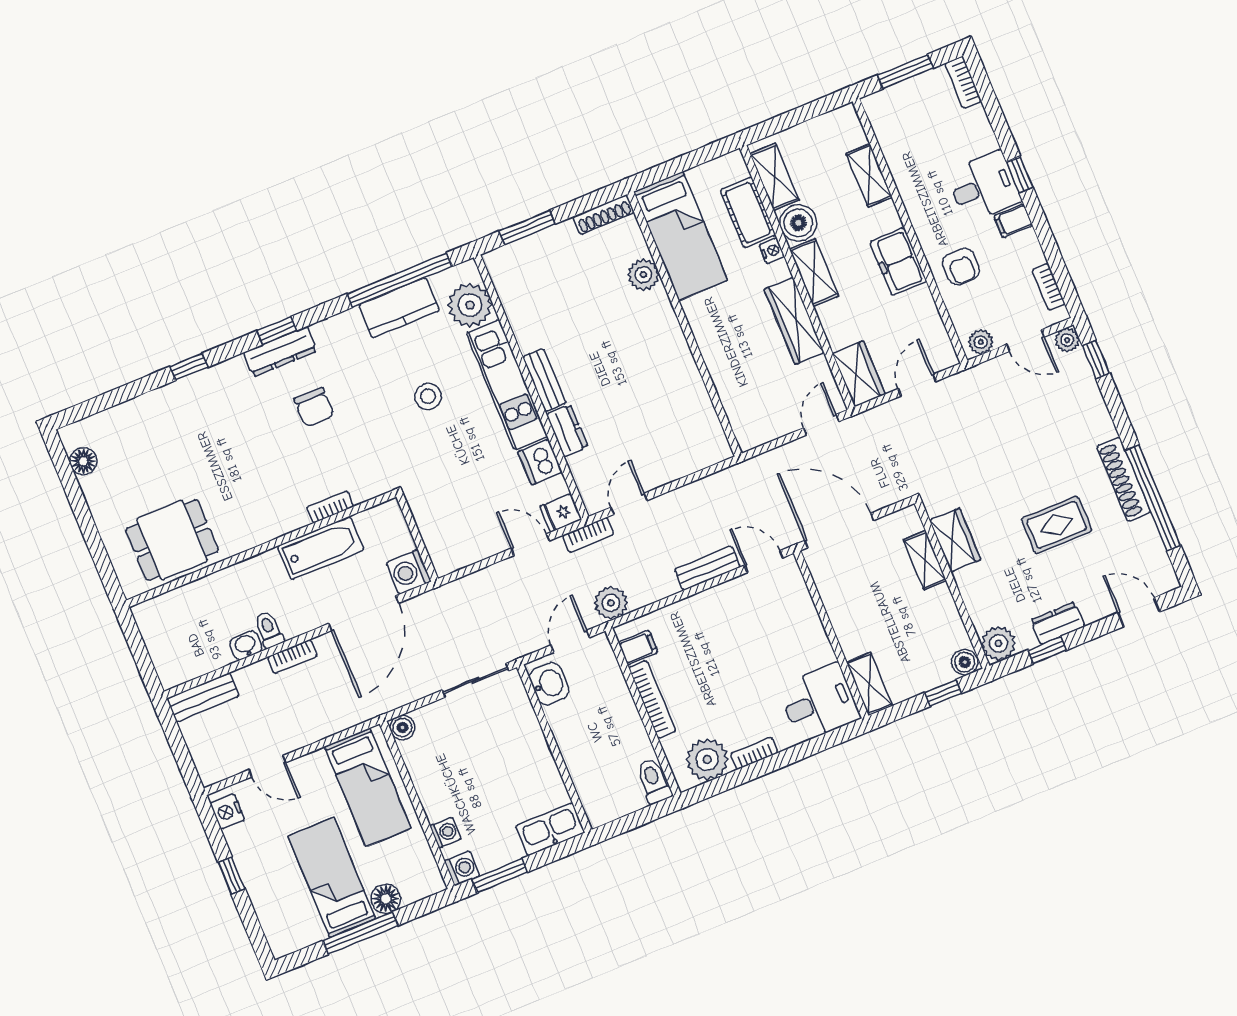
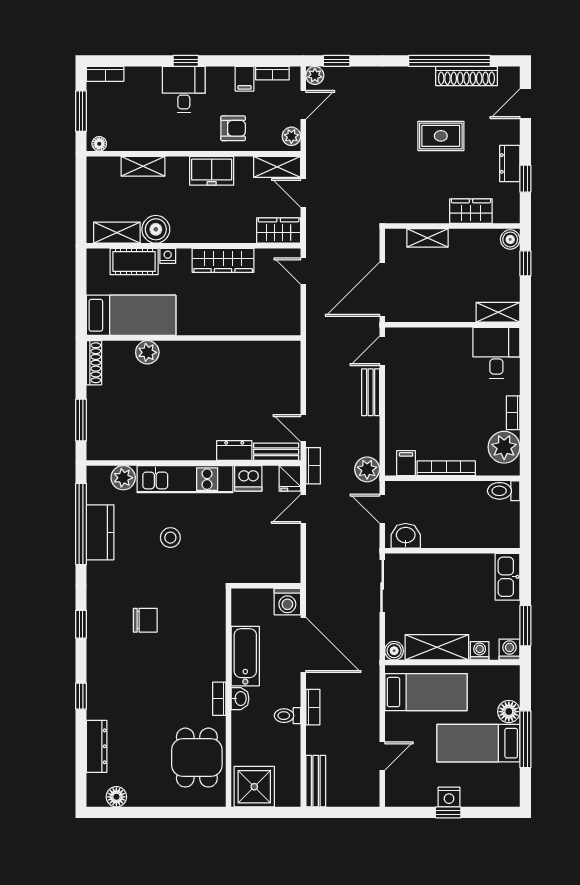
floor lamp: (874, 110) -> (99, 144), added
filing cabinet: (1013, 221) -> (245, 79), moved
shelving: (814, 272) -> (277, 167), moved
plant: (470, 305) -> (123, 478), width x0.73, depth x0.73
dresser: (280, 352) -> (97, 746), moved
bench: (544, 380) -> (276, 452), moved
shoe rack: (1124, 479) -> (466, 76), moved
bookcase: (330, 507) -> (219, 699), moved
rug: (1057, 525) -> (441, 136), turned 90
wardrobe: (955, 540) -> (471, 211), moved
shower: (165, 625) -> (254, 787), added
plant: (998, 643) -> (507, 211), removed
washbasin: (246, 645) -> (240, 699), moved, turned 180
shelving: (428, 778) -> (437, 647), added
nightstand: (227, 812) -> (449, 797), moved

